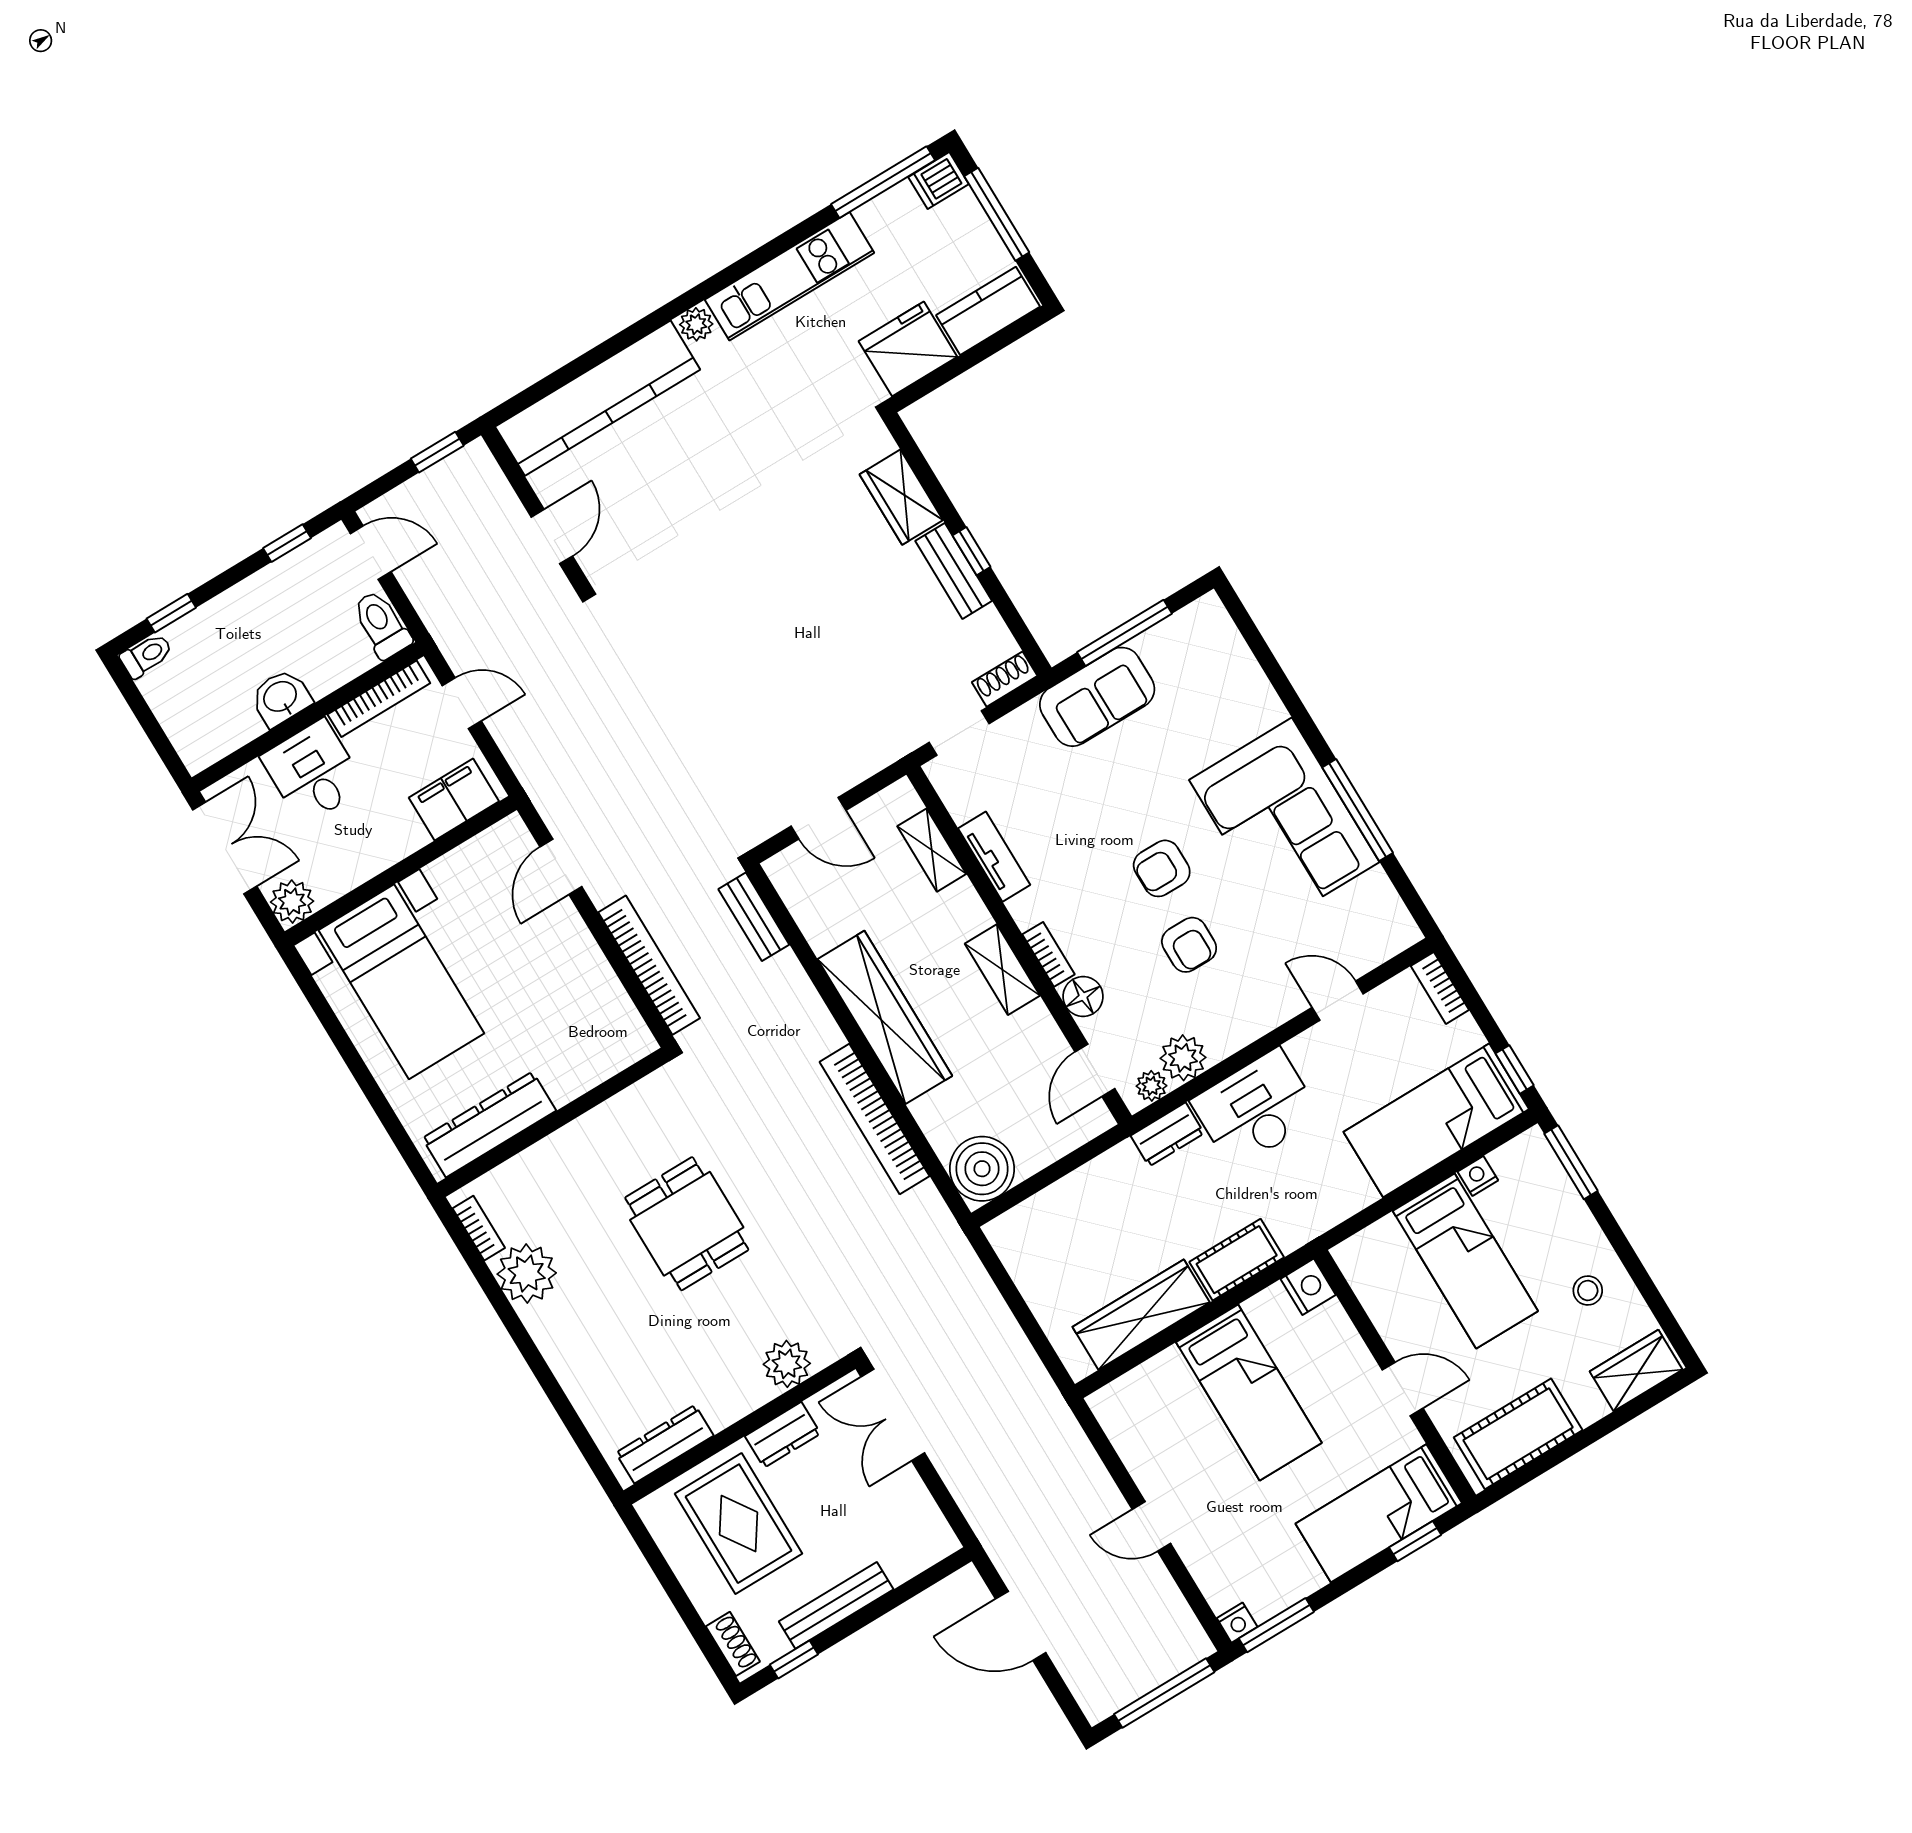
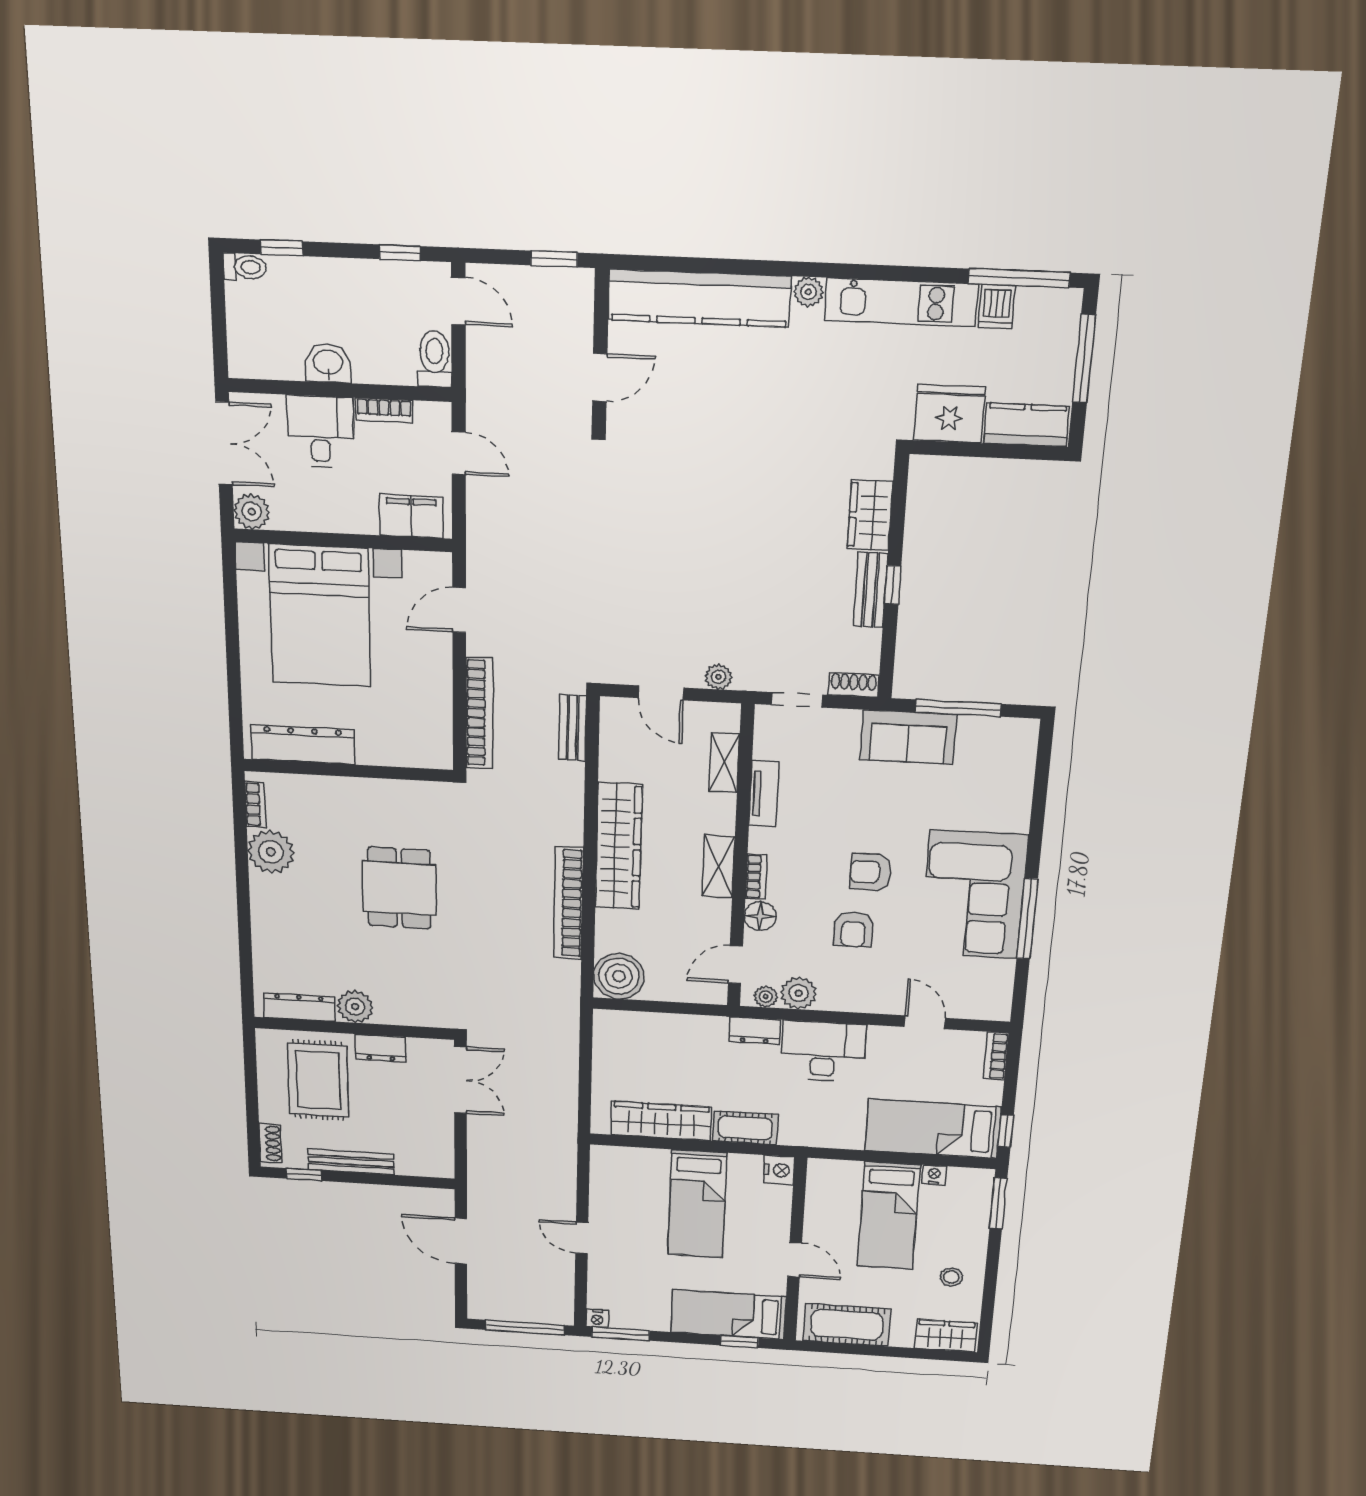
dishwasher: (939, 181) -> (997, 306), moved, turned -90
bookcase: (379, 699) -> (384, 410), width x0.64
plant: (865, 762) -> (718, 677), added
bed with nightstands: (401, 982) -> (320, 616), width x1.36
plant: (787, 1364) -> (355, 1007), moved
double door: (893, 1415) -> (460, 1080), swing flipped

